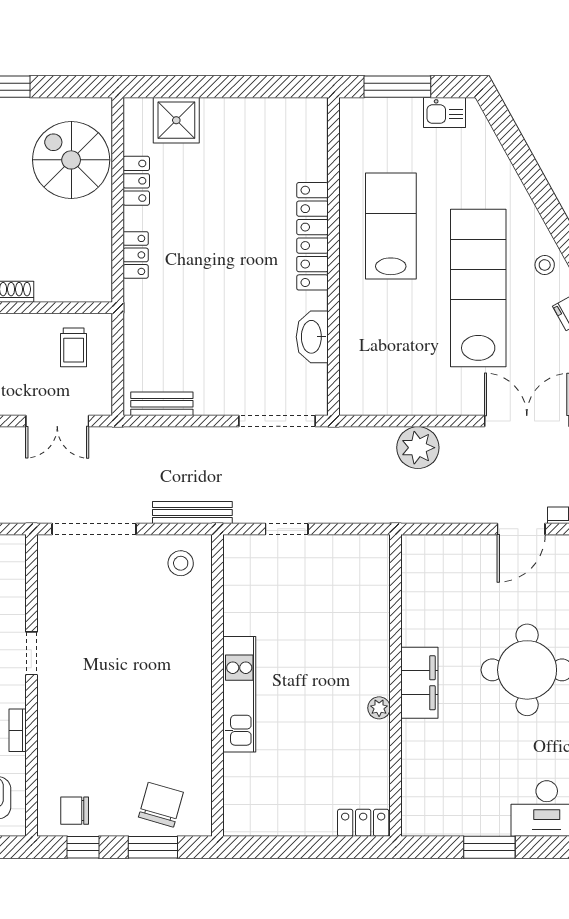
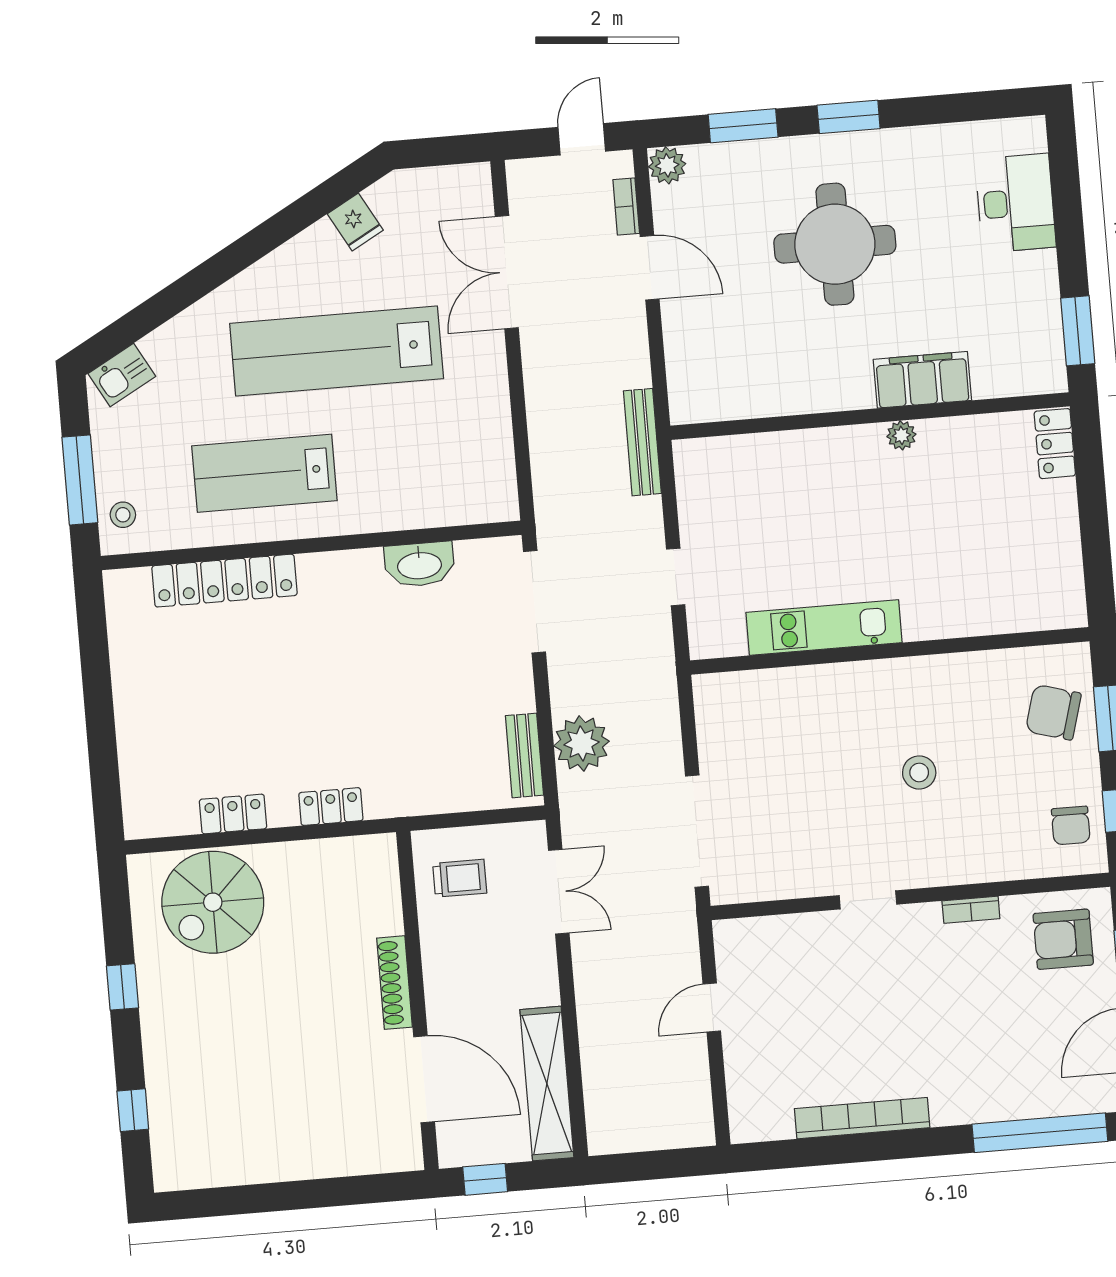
kitchen sink: (445, 113) -> (122, 375), moved, turned 61
shower: (176, 120) -> (149, 768), removed
locker: (312, 236) -> (225, 581), moved
stool: (545, 265) -> (123, 515), moved
plant: (418, 448) -> (582, 743), moved
bench: (192, 512) -> (642, 442), moved
stool: (181, 563) -> (919, 772), moved
filing cabinet: (419, 683) -> (922, 380), moved
kitchen unit: (239, 694) -> (824, 628), moved
window: (489, 847) -> (1078, 331), moved

